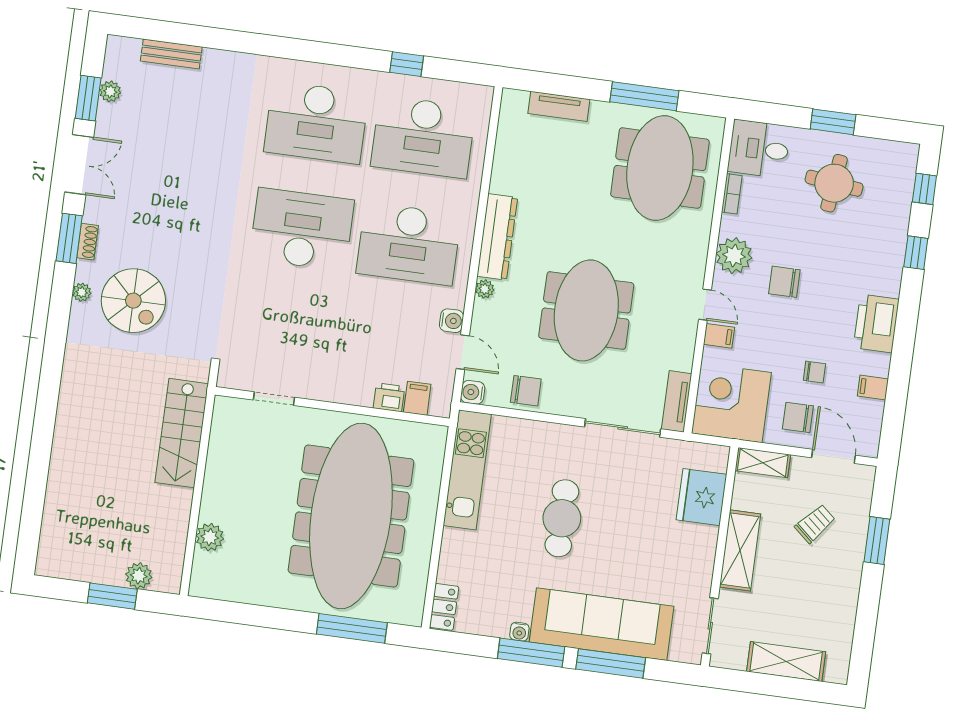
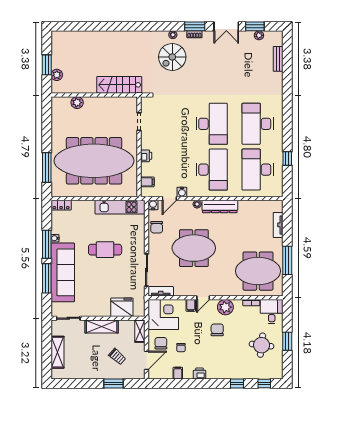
desk: (409, 244) -> (212, 170), turned 180
printer: (876, 323) -> (200, 374), width x0.53, depth x0.68
printer: (389, 397) -> (146, 156), moved

